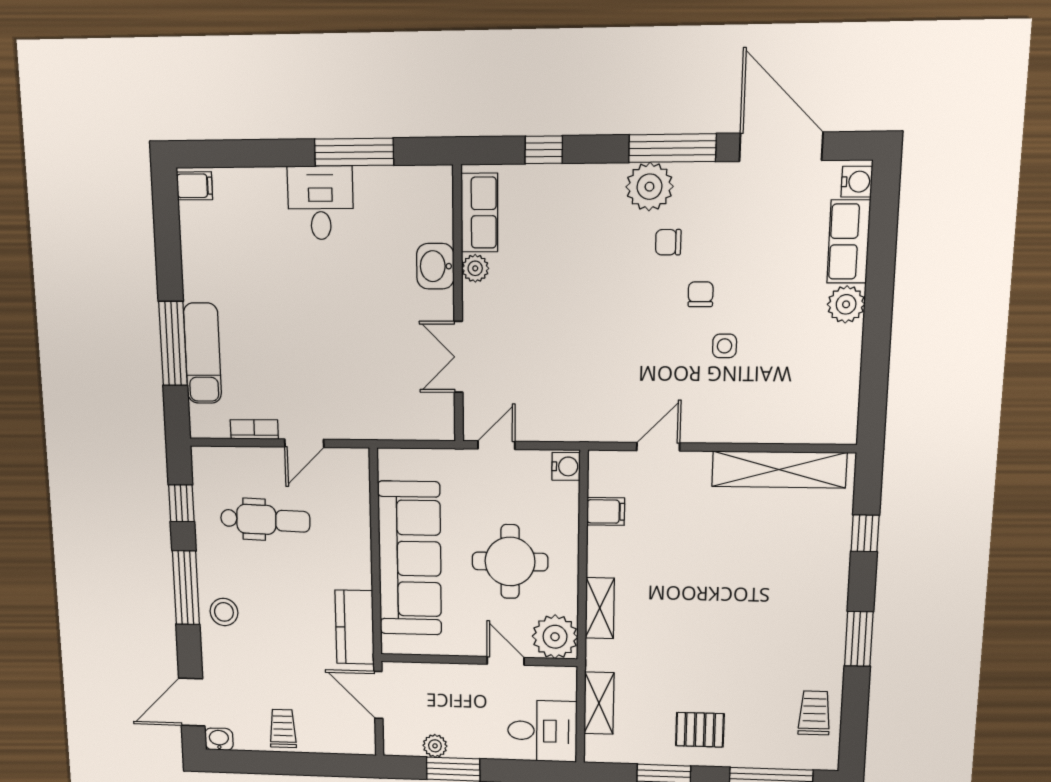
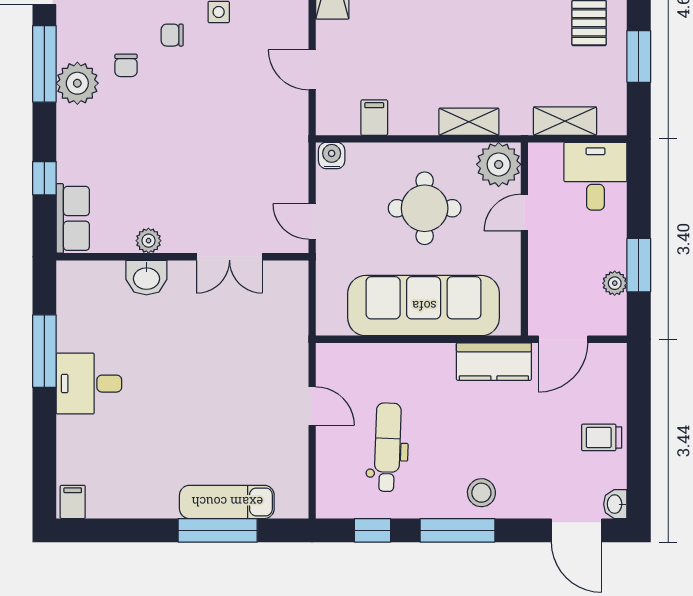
row of seats: (479, 213) -> (73, 218), moved, turned 90
bookcase: (254, 429) -> (299, 455), removed

